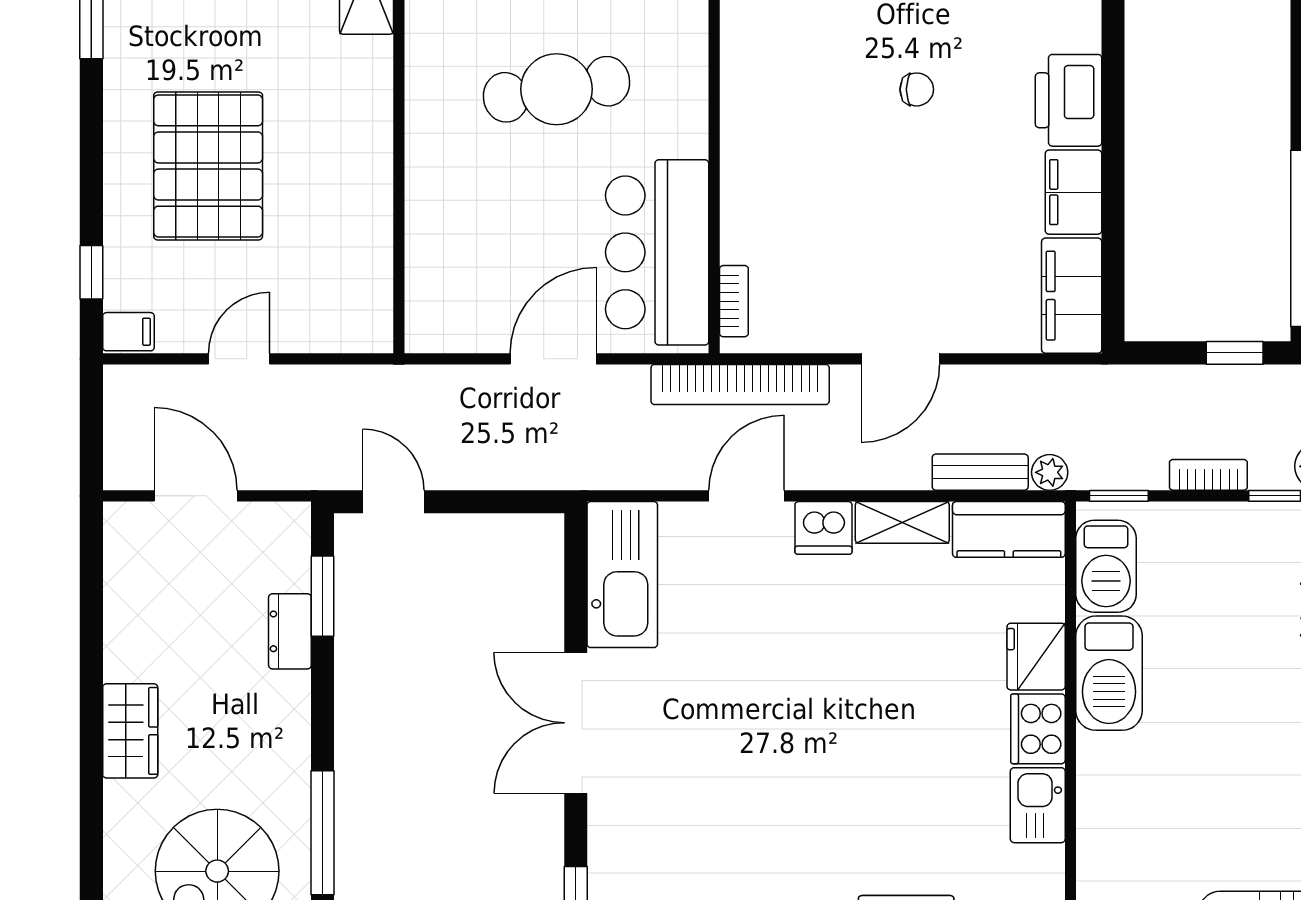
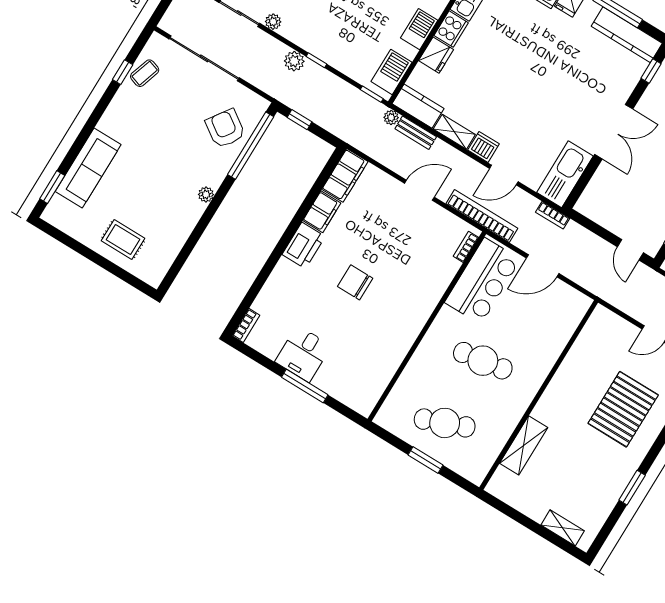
chair: (917, 89) -> (355, 282), width x1.87, depth x1.87
bookcase: (1208, 475) -> (553, 215), moved
barbecue: (1109, 673) -> (419, 29), width x0.73, depth x0.83

